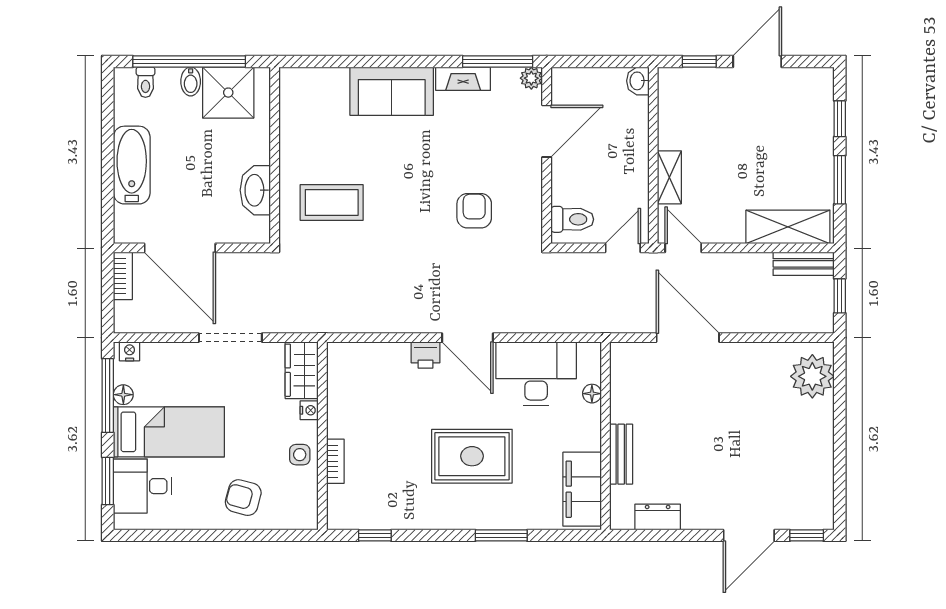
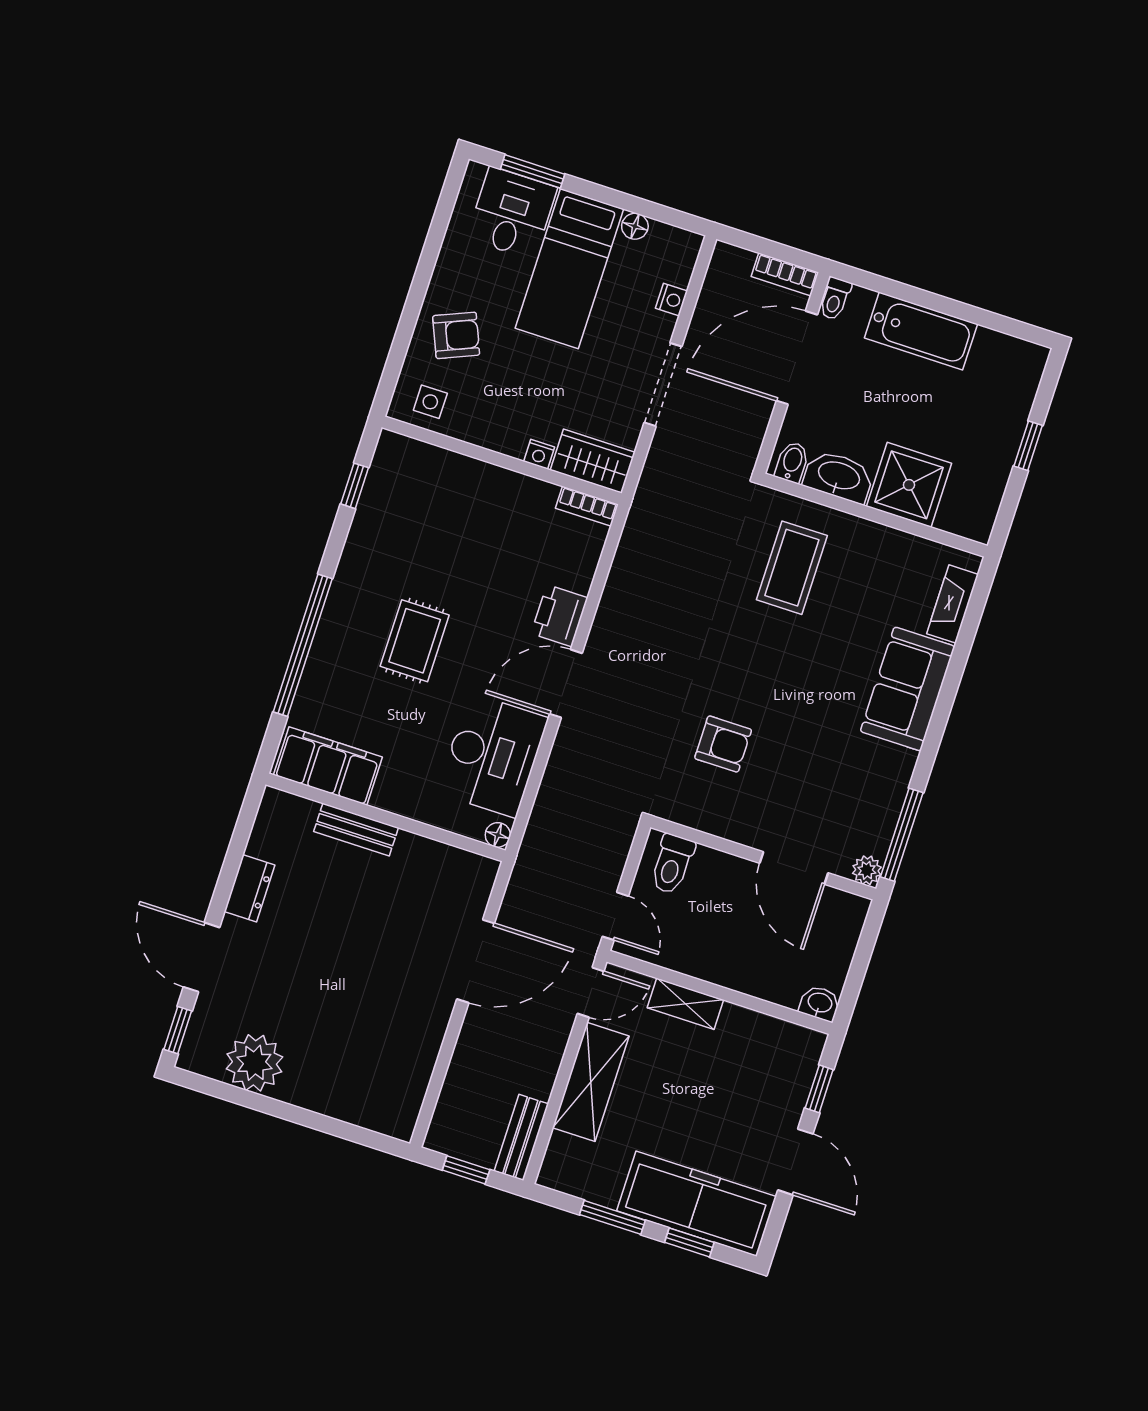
window: (189, 61) -> (1028, 446), width x0.32
fireplace: (463, 79) -> (953, 604), moved
bidet: (191, 81) -> (792, 462), moved, turned 90
toilet: (145, 82) -> (835, 299), moved, turned -90
shower: (228, 93) -> (909, 485), moved
freezer: (810, 123) -> (697, 1204), added
shelving: (788, 227) -> (591, 1082), moved
nightstand: (130, 351) -> (672, 300), moved
printer: (425, 355) -> (559, 616), width x1.36, depth x1.24
plant: (812, 376) -> (254, 1063), moved
floor lamp: (592, 394) -> (498, 835), moved
window: (108, 395) -> (640, 206), removed
side table: (300, 455) -> (430, 402), moved
rug: (472, 456) -> (415, 641), width x0.73, depth x0.70
bookcase: (335, 461) -> (587, 506), moved
armchair: (243, 498) -> (456, 335), turned 52
dresser: (658, 517) -> (249, 888), moved
window: (501, 535) -> (303, 645), width x2.11

